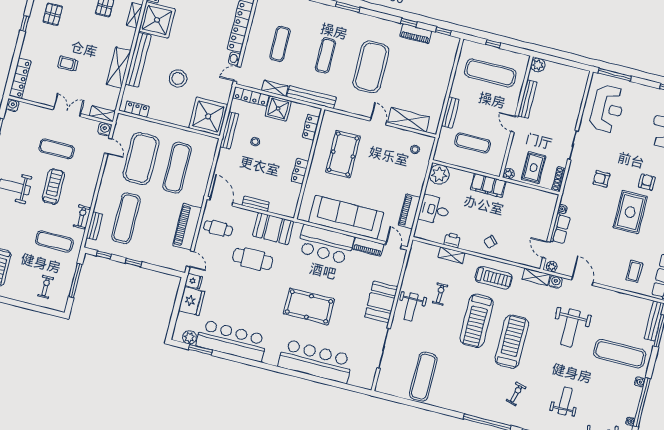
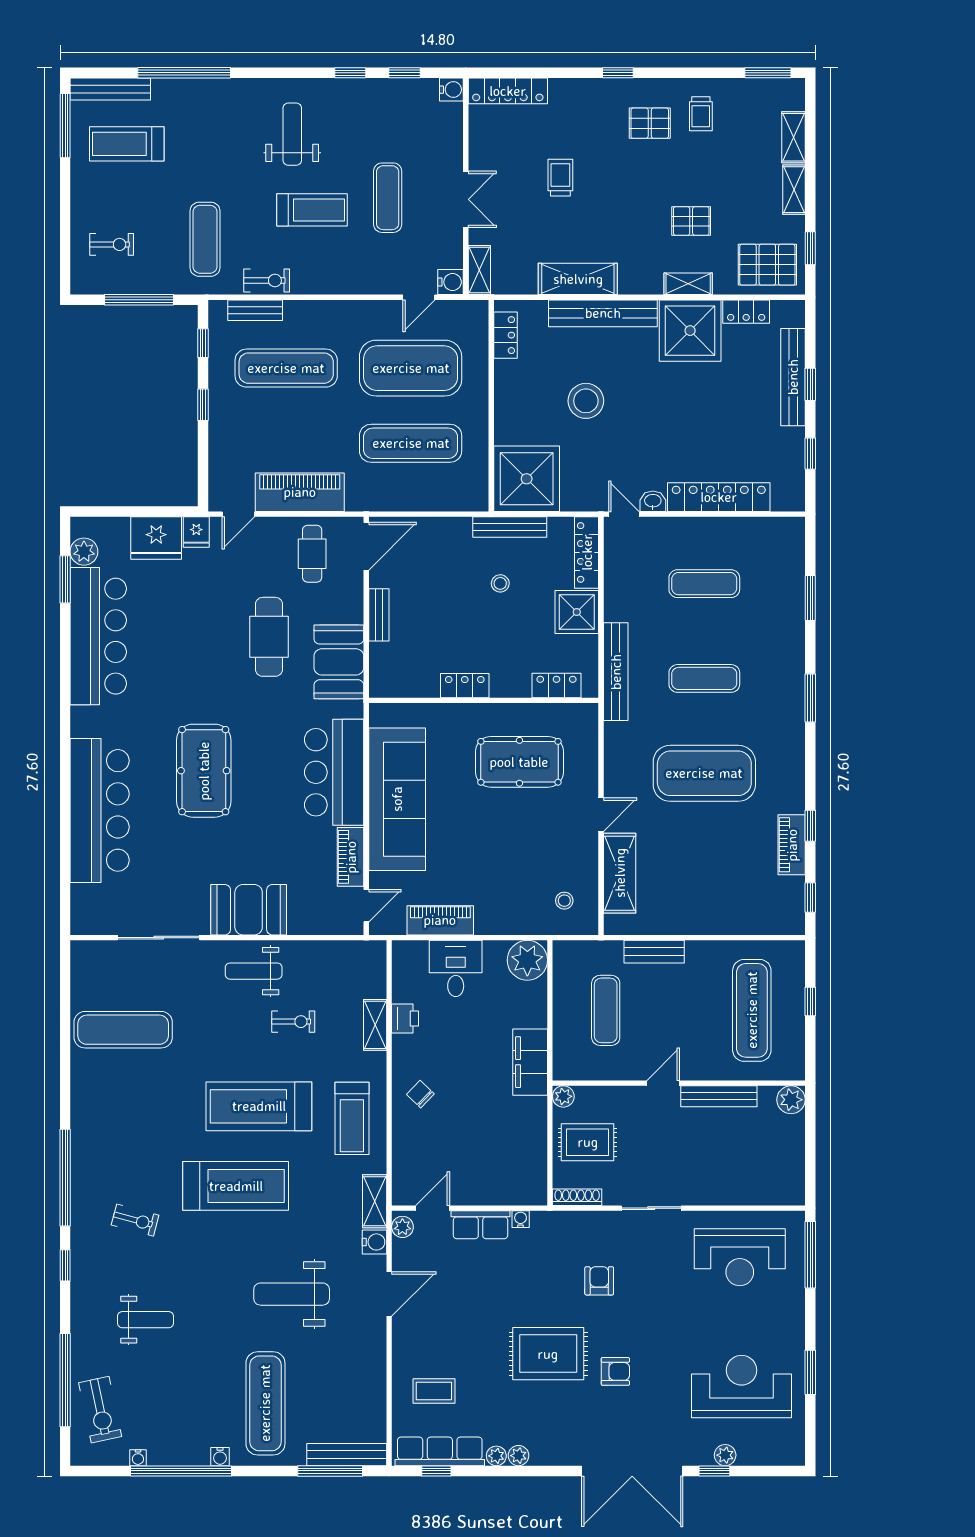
shelving: (275, 88) -> (615, 596), removed

